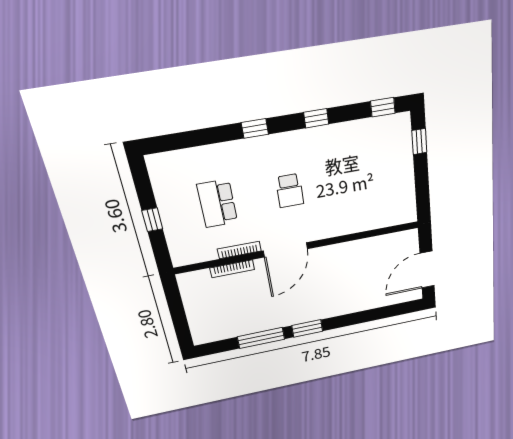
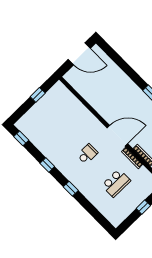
window: (419, 142) -> (38, 95), moved

